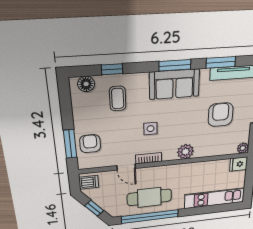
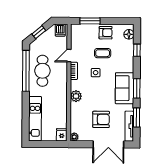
coffee table: (118, 99) -> (103, 53), moved
armchair: (90, 144) -> (106, 33), moved

